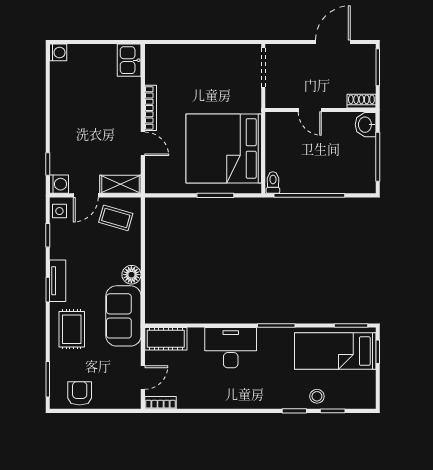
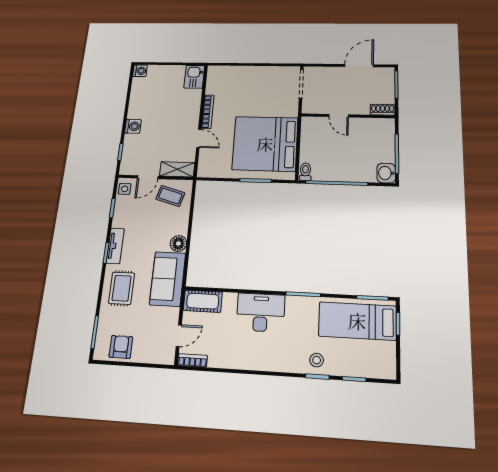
washbasin: (366, 125) -> (386, 173), moved
washing machine: (59, 184) -> (133, 126), moved
stool: (317, 396) -> (317, 360), moved

